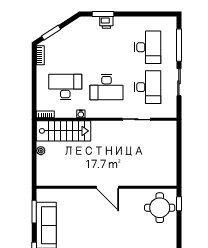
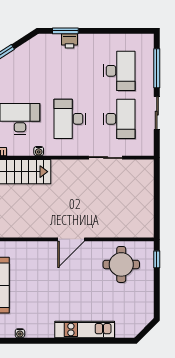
desk: (107, 87) -> (70, 119), turned 90
door: (108, 187) -> (71, 239), hinge flipped
round table: (160, 208) -> (121, 264), moved

